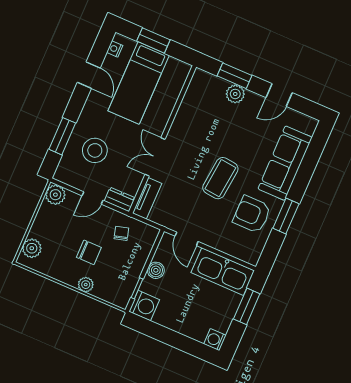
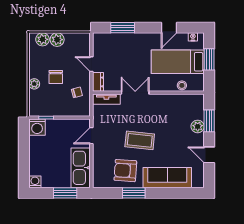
stool: (95, 150) -> (182, 85), moved, width x0.53, depth x0.53
plant: (55, 195) -> (57, 40), moved
armchair: (252, 214) -> (125, 171), turned -86
boiler: (156, 270) -> (63, 125), removed

